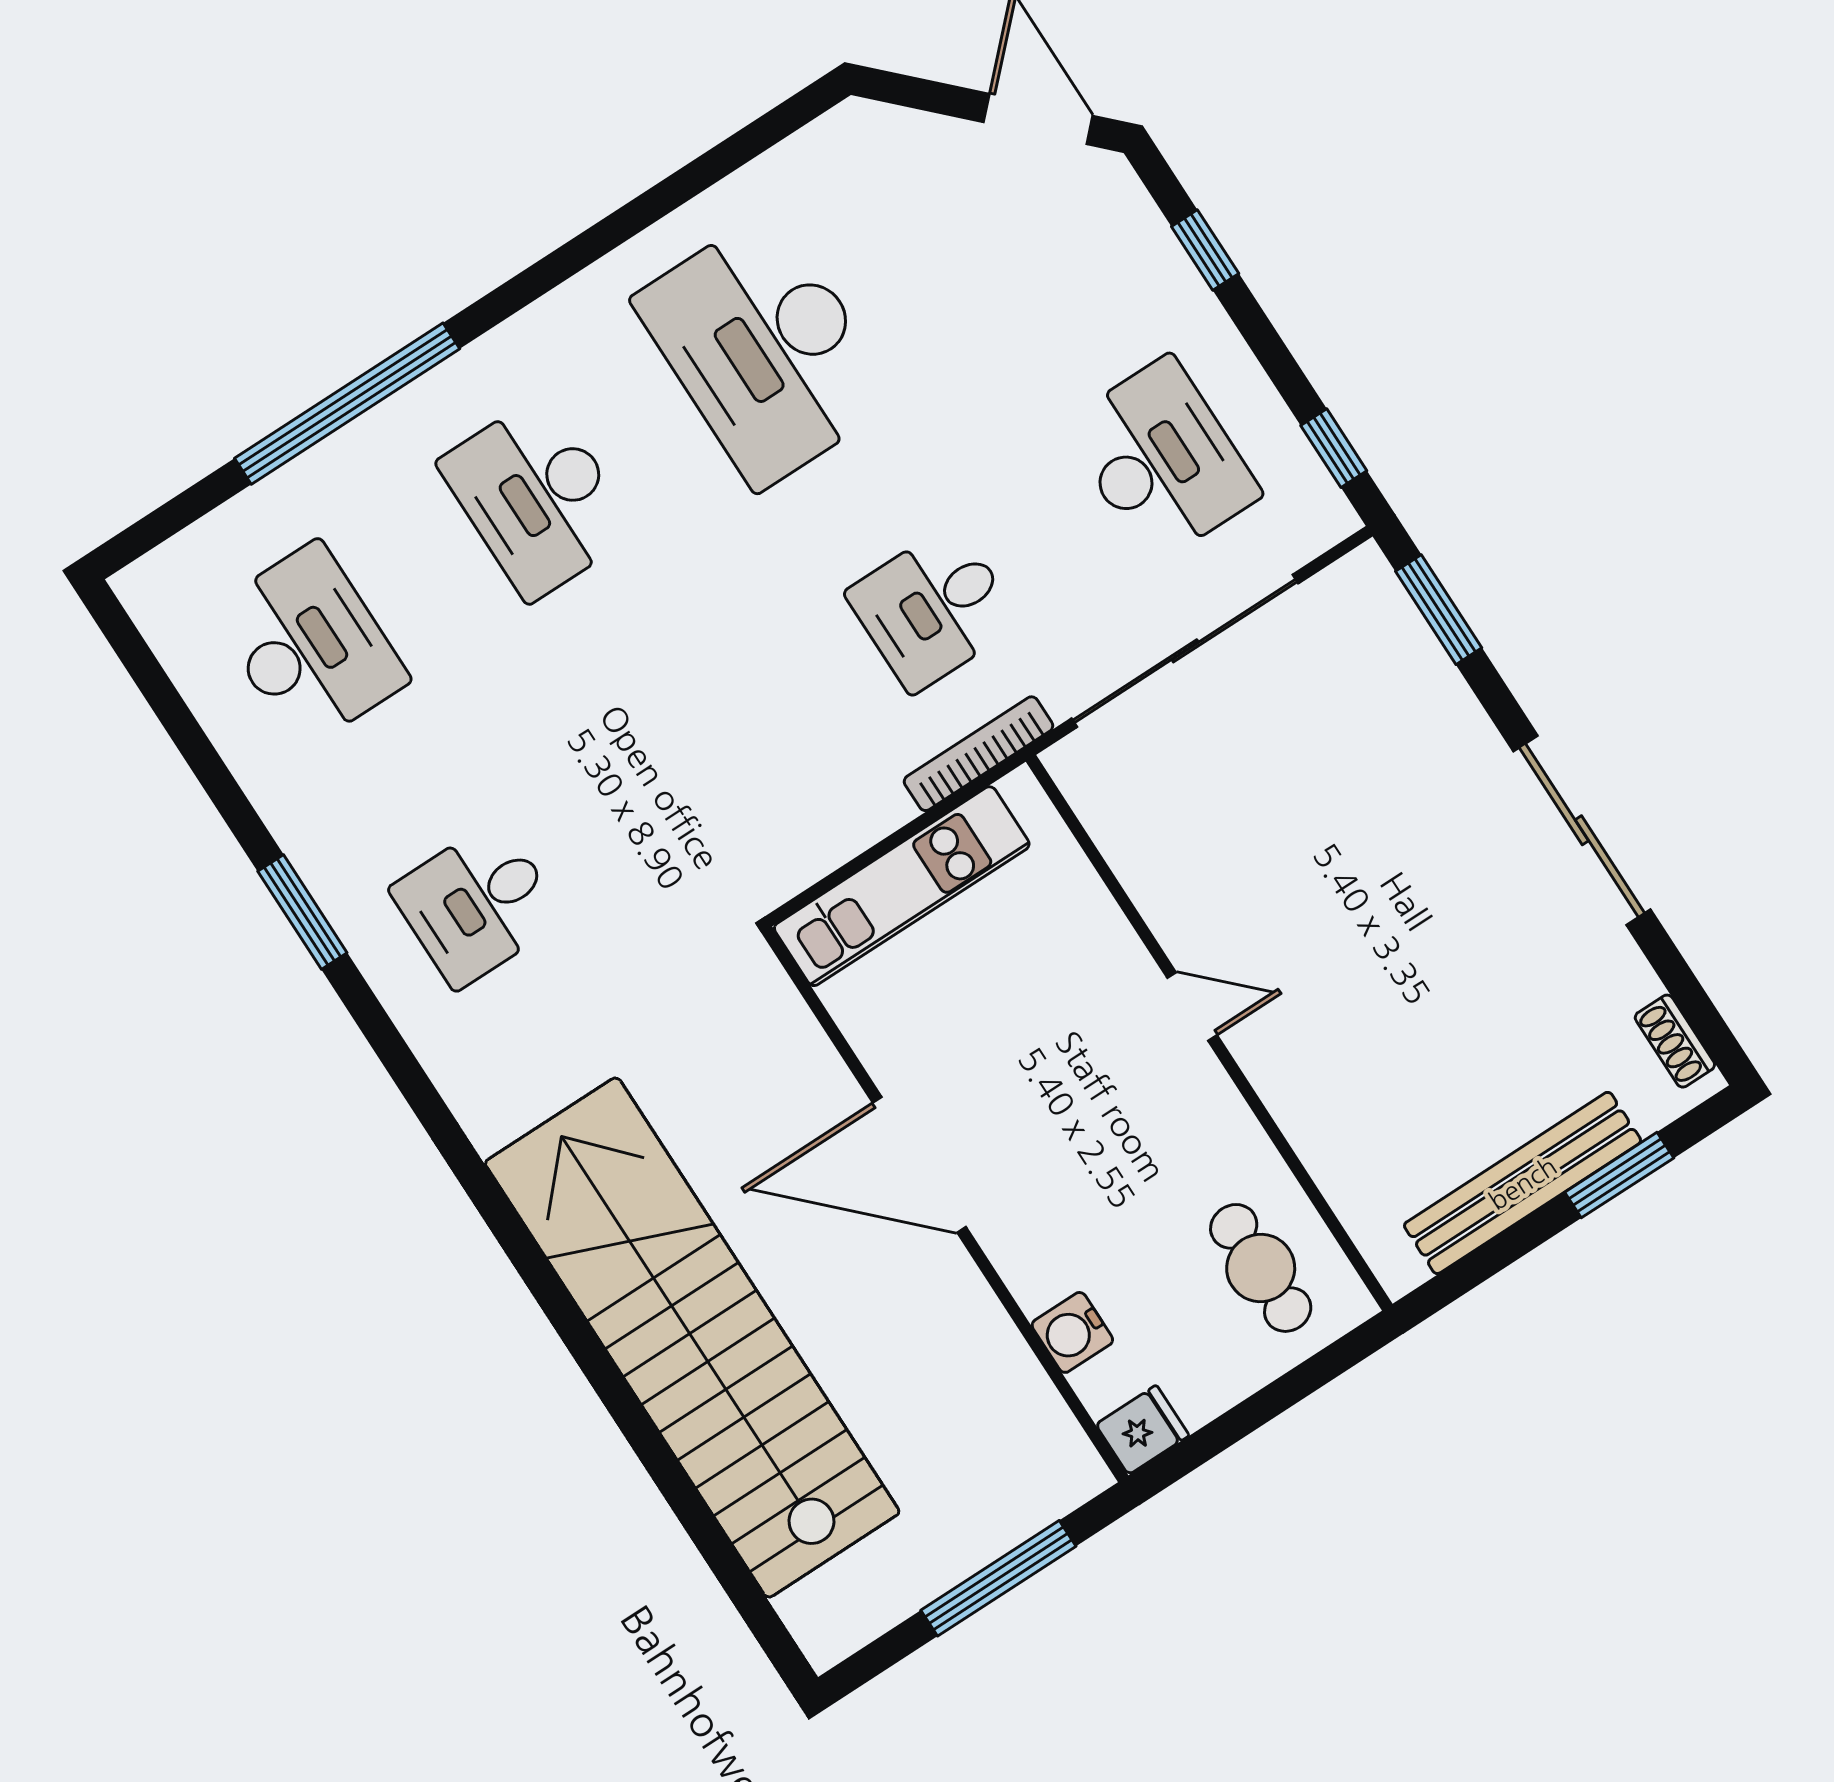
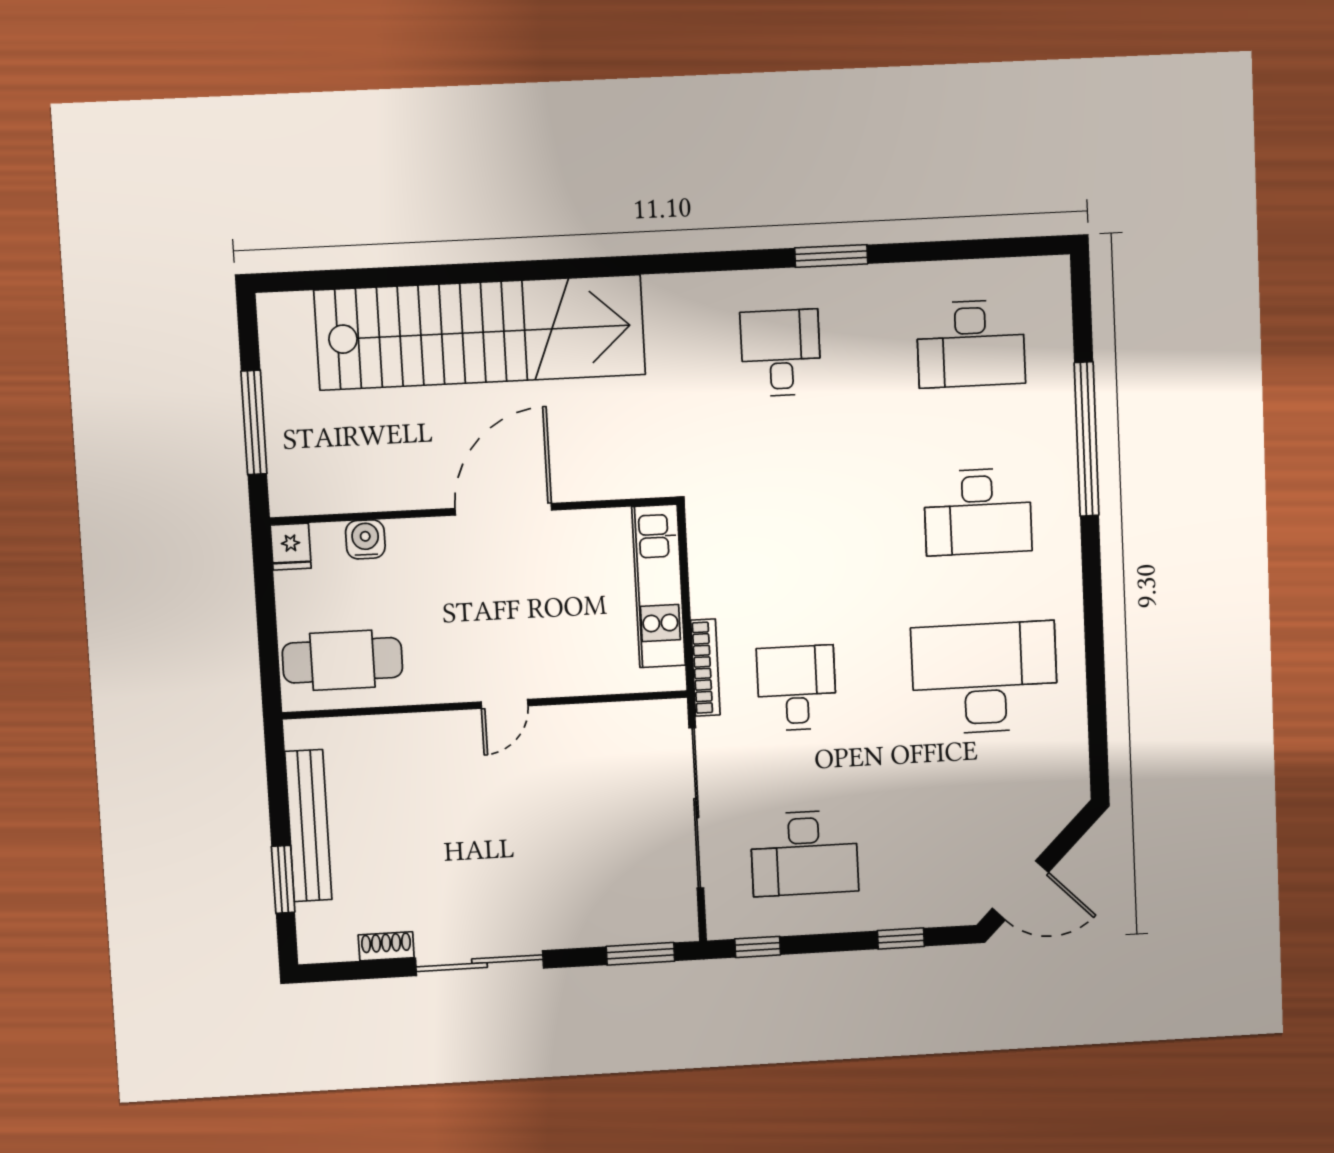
desk: (537, 497) -> (978, 512), turned 180
shoe rack: (1675, 1041) -> (386, 946), moved
cafe table: (1261, 1268) -> (342, 660), width x1.37, depth x1.35

